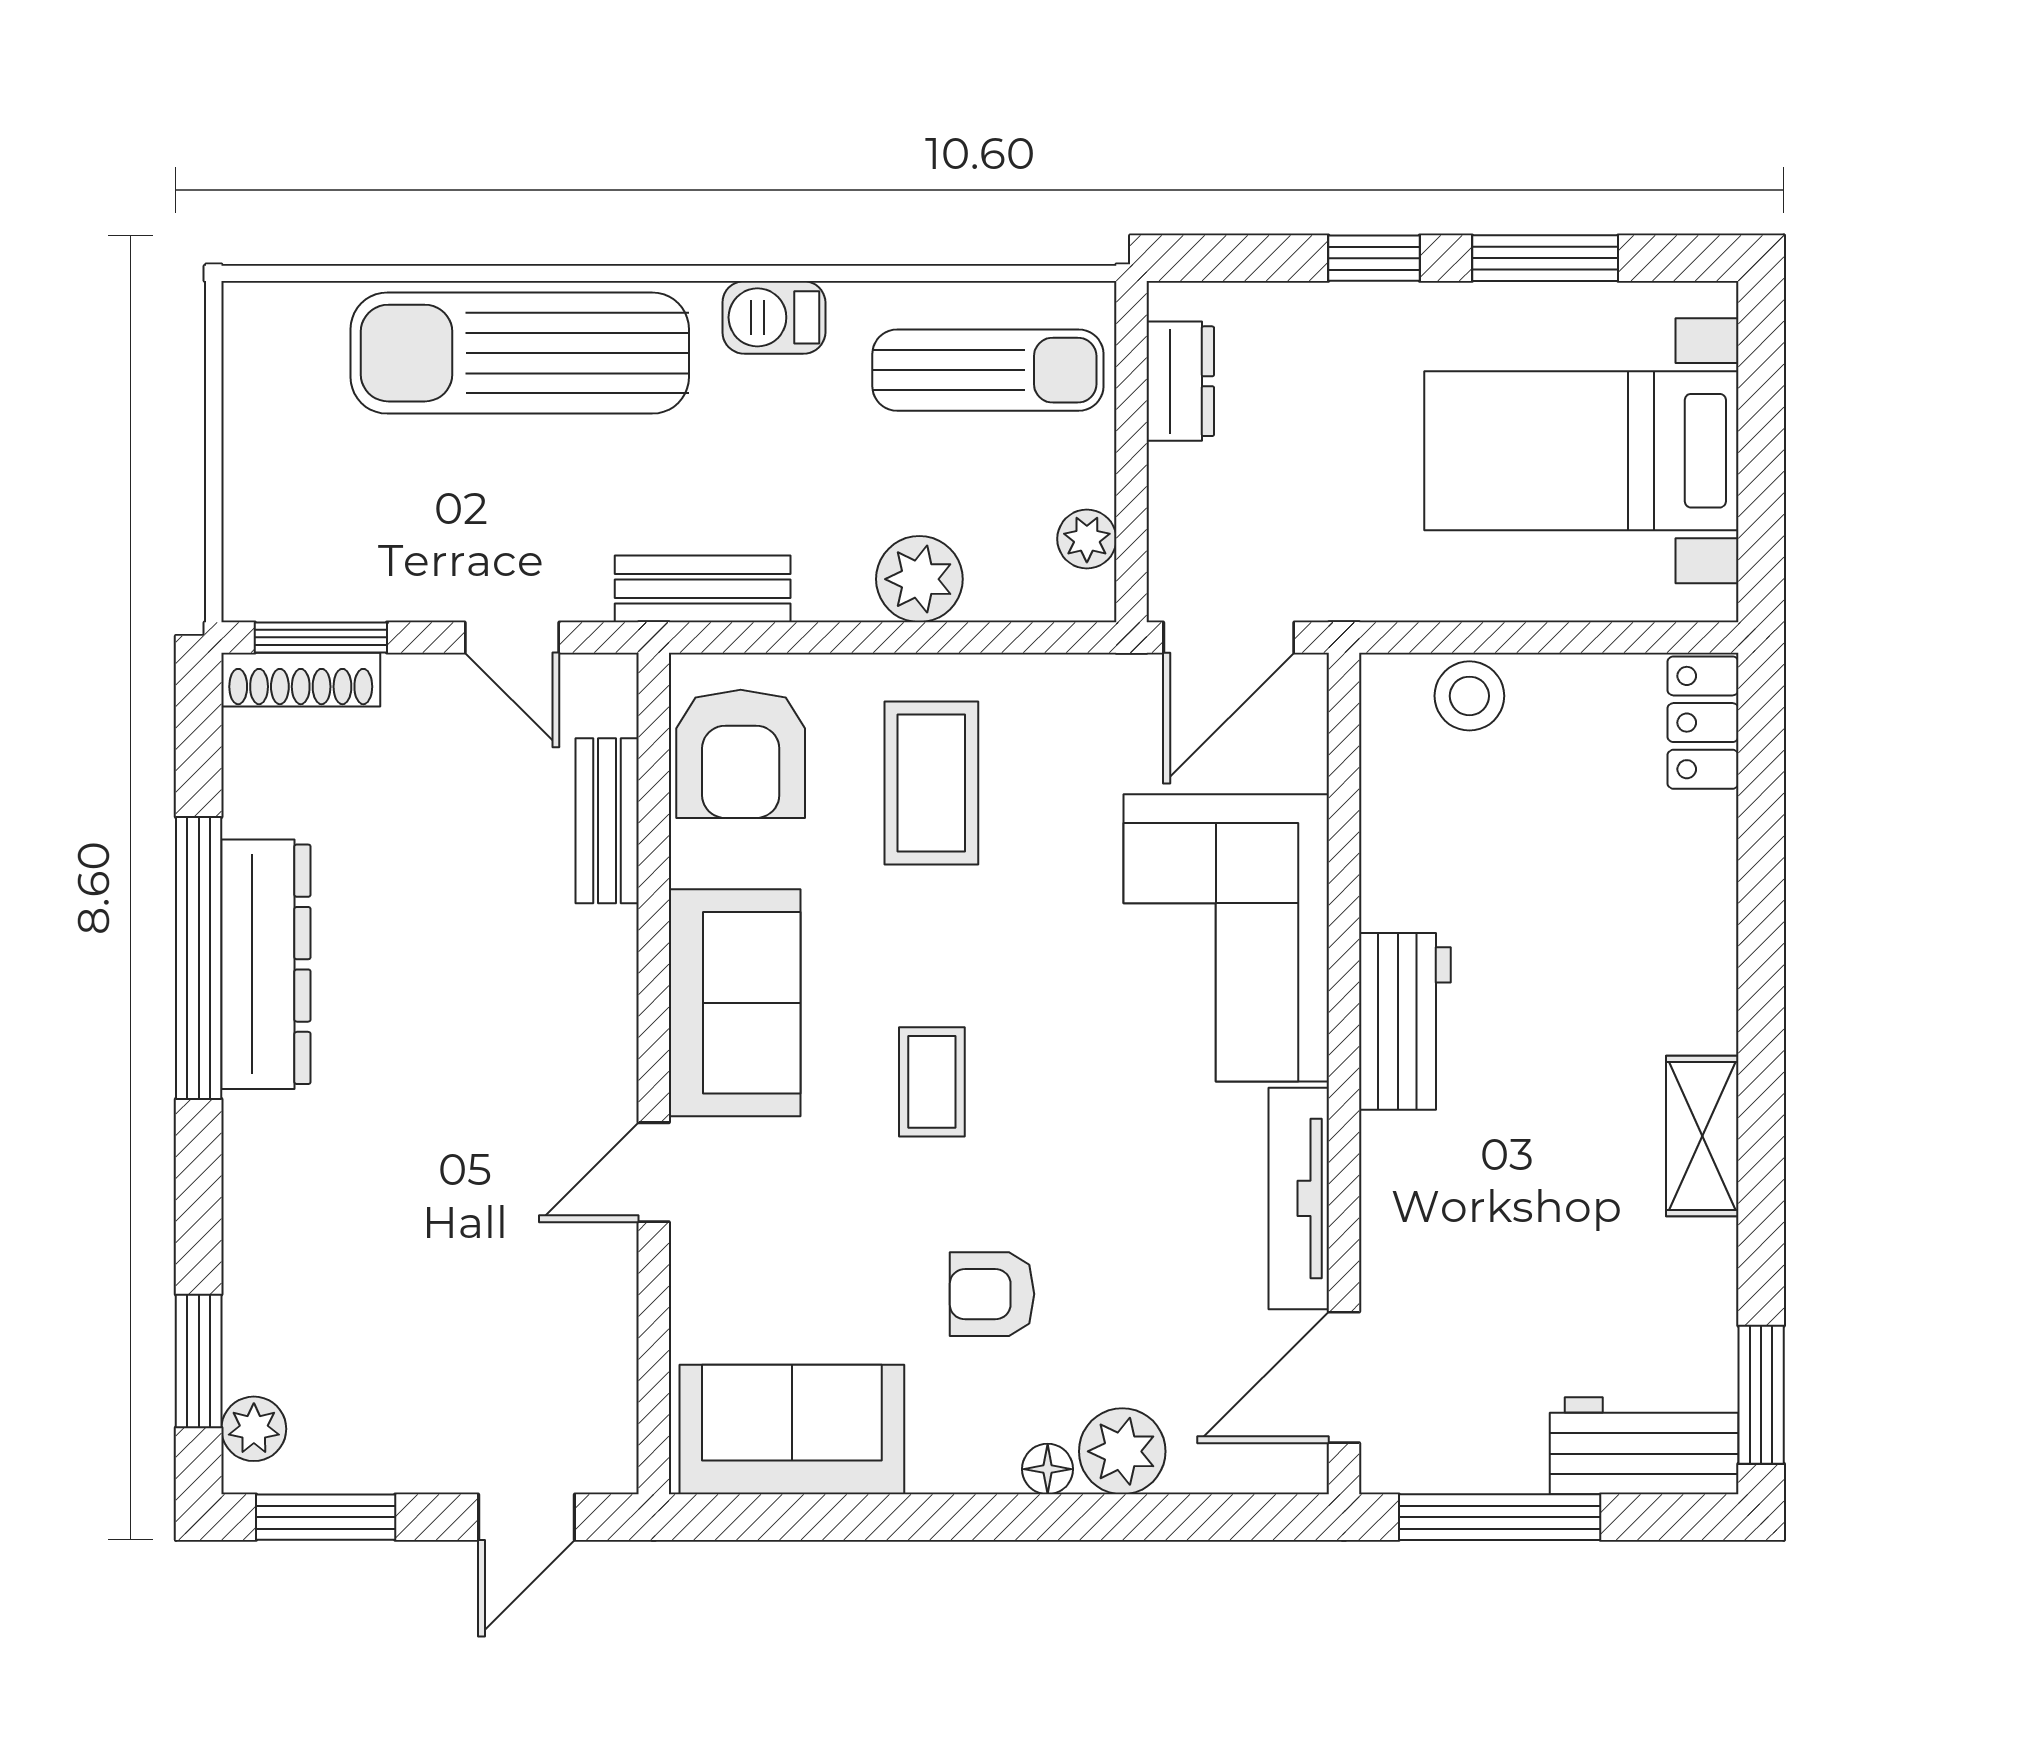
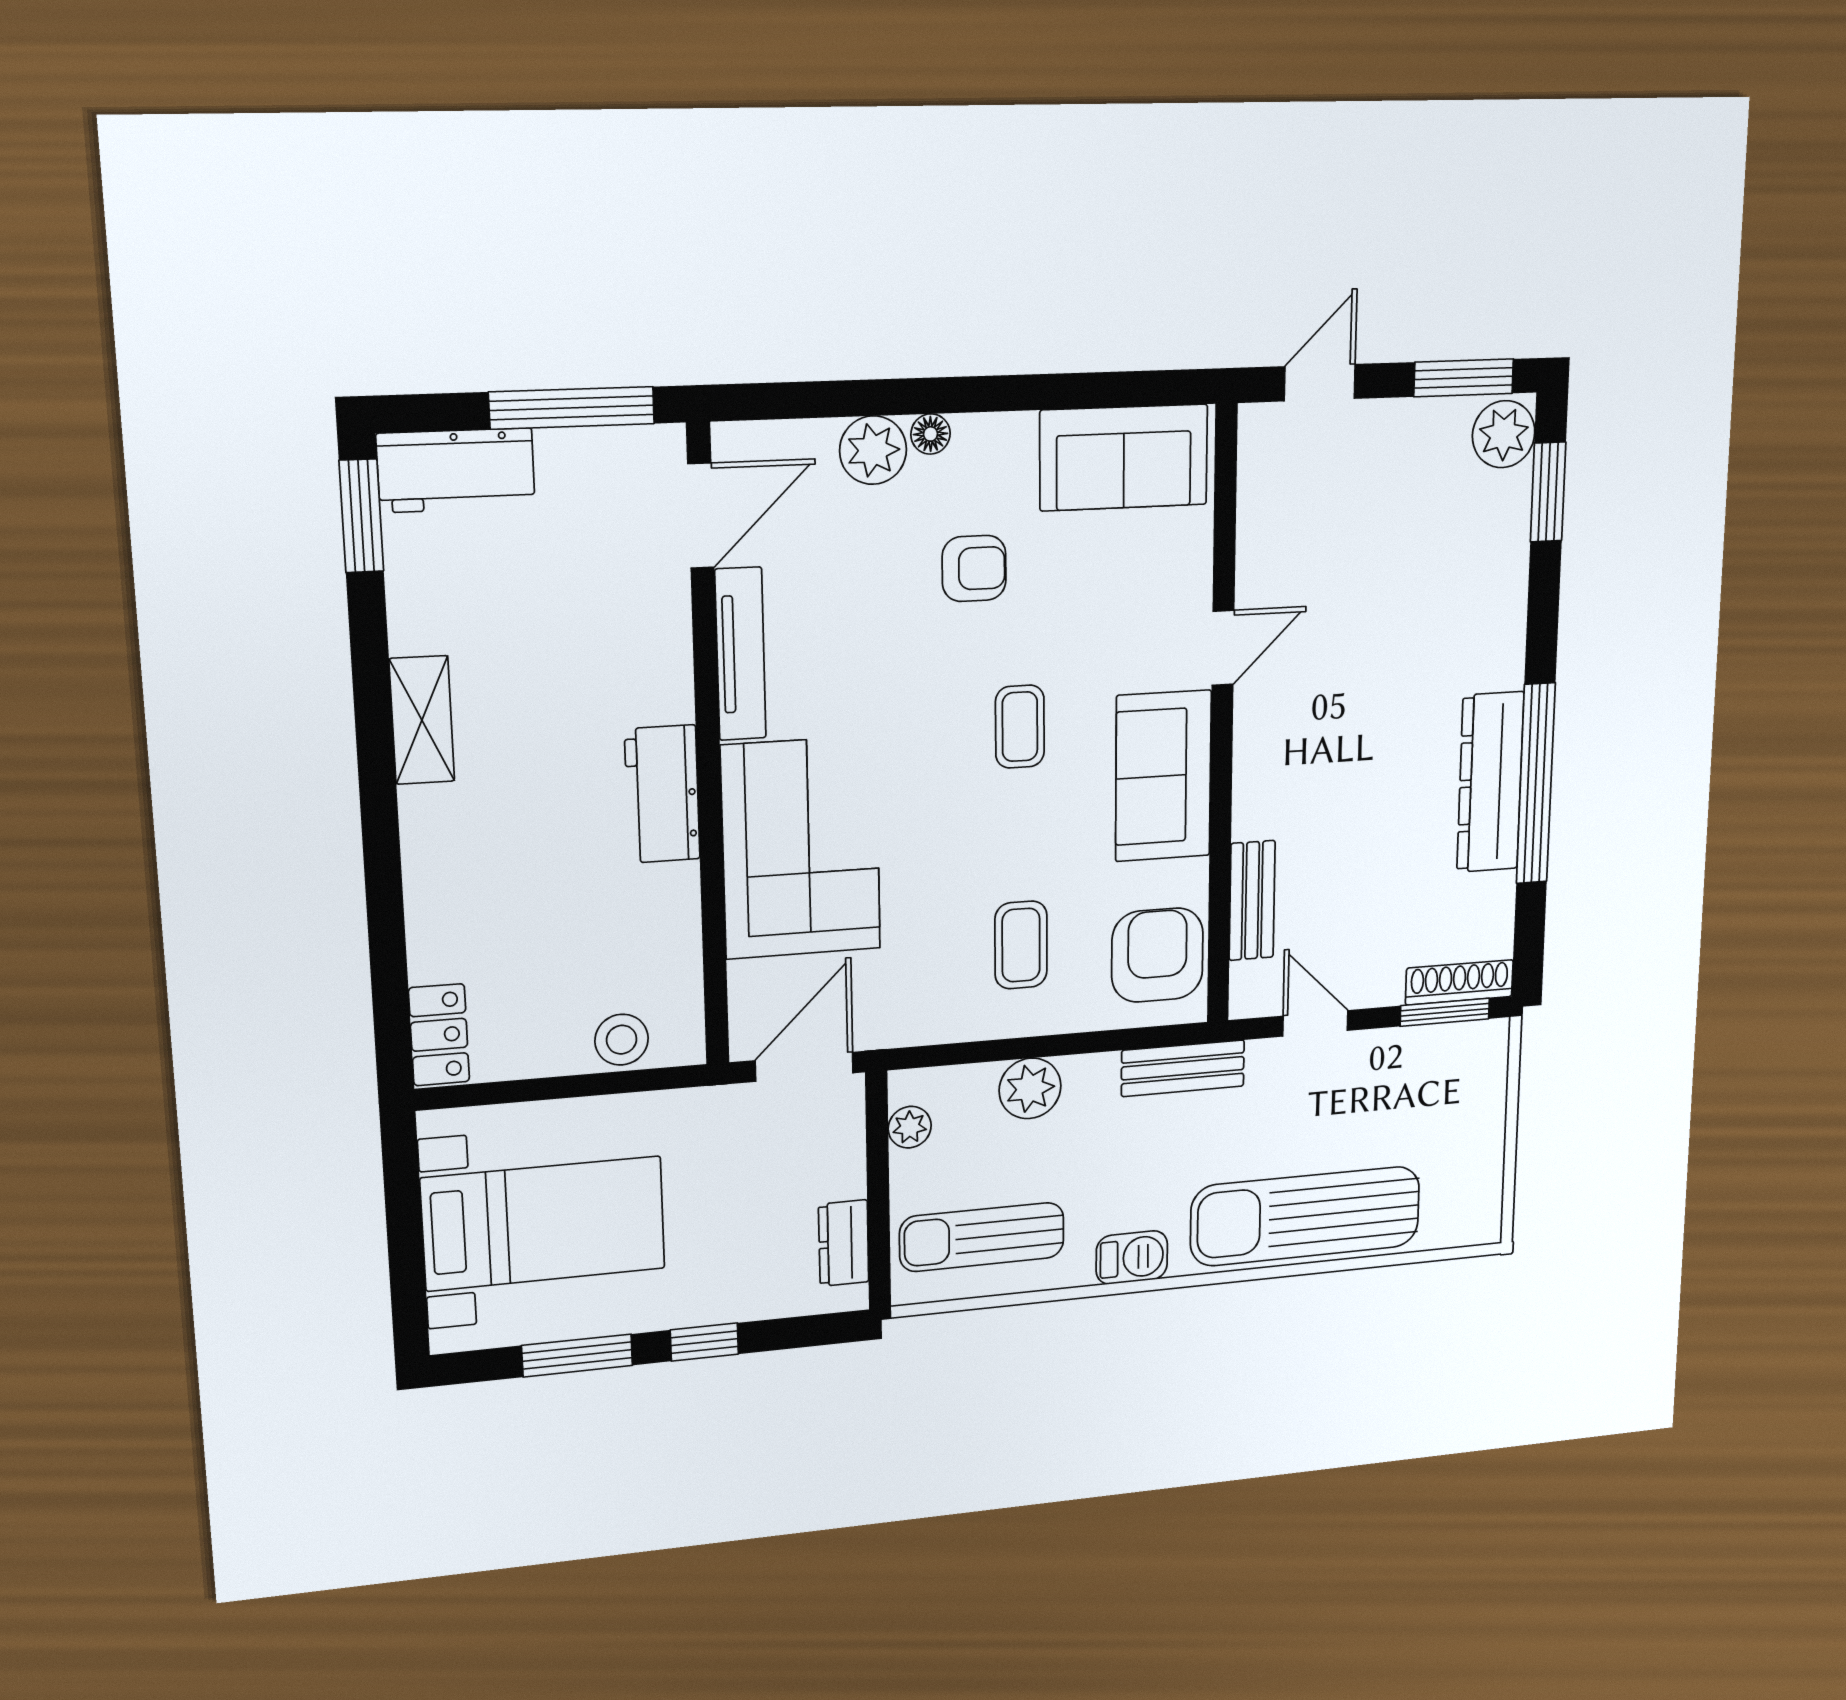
sun lounger: (520, 353) -> (1306, 1216), turned 180
coffee table: (931, 783) -> (1021, 945), width x0.73, depth x0.77
plant: (254, 1429) -> (1504, 434), width x1.38, depth x1.38

